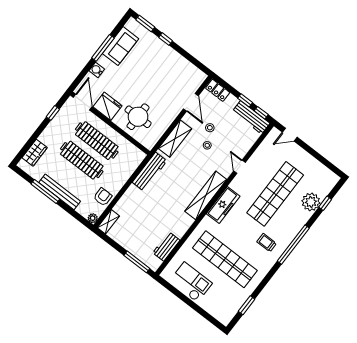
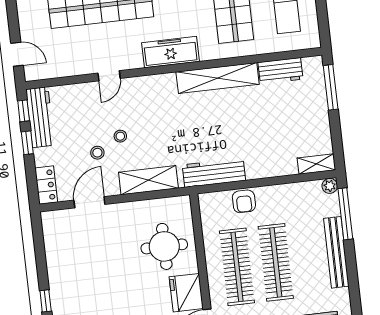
window: (45, 191) -> (345, 214), moved
shelving: (206, 195) -> (218, 78), moved
armchair: (103, 197) -> (244, 201), moved, turned -90

